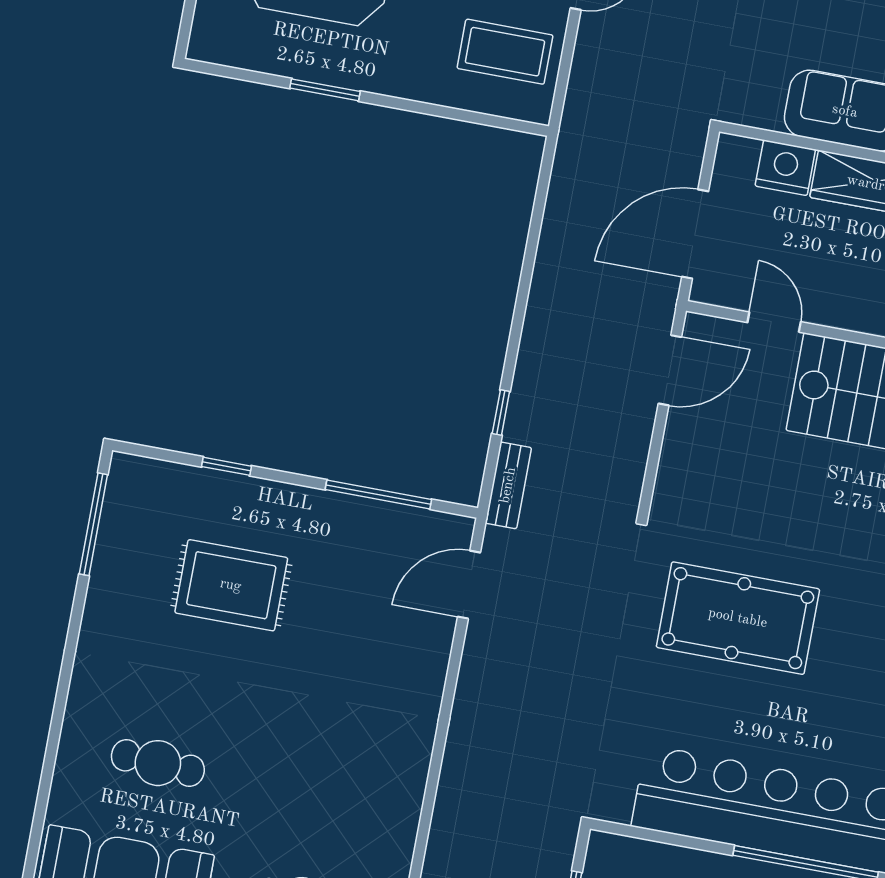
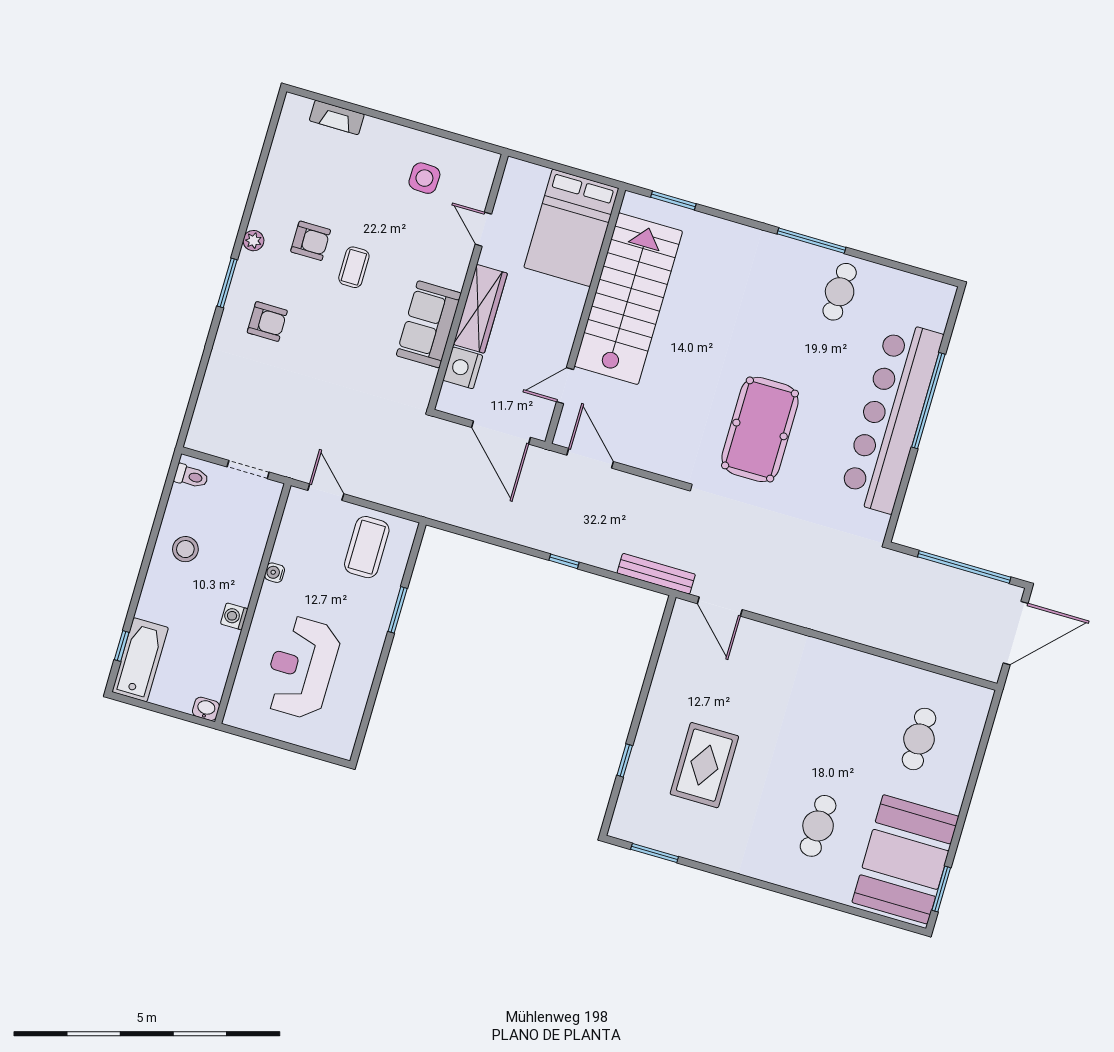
window: (325, 90) -> (398, 610), moved
window: (501, 413) -> (564, 561), moved
bench: (508, 485) -> (656, 574), width x1.36
window: (378, 494) -> (654, 661), removed
window: (93, 524) -> (655, 853), width x0.69

